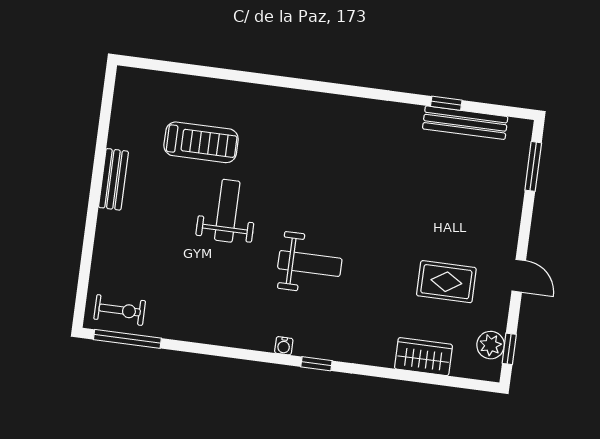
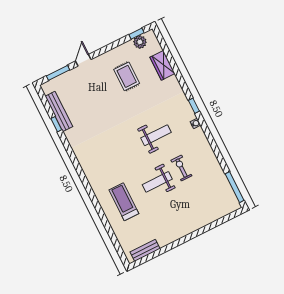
treadmill: (201, 142) -> (124, 202), moved
bench: (113, 179) -> (145, 250), moved
weight bench: (310, 264) -> (156, 135), turned 90
door: (519, 276) -> (83, 60), moved
exercise bike: (120, 310) -> (181, 168), moved

